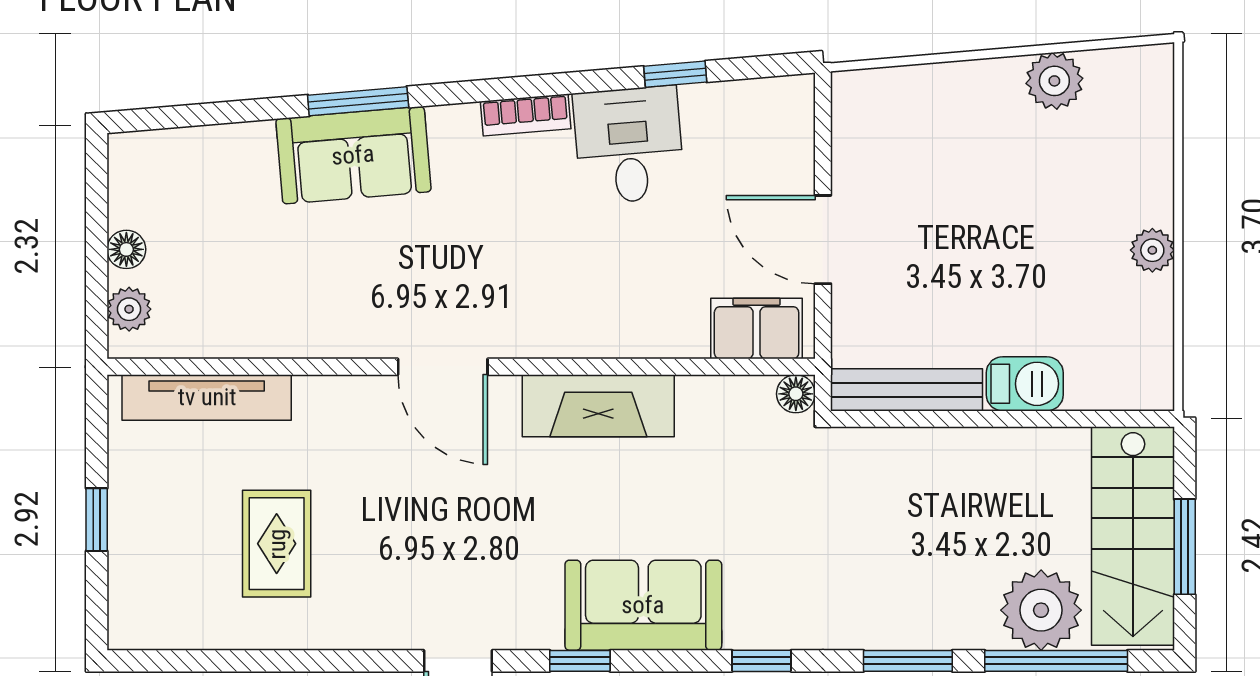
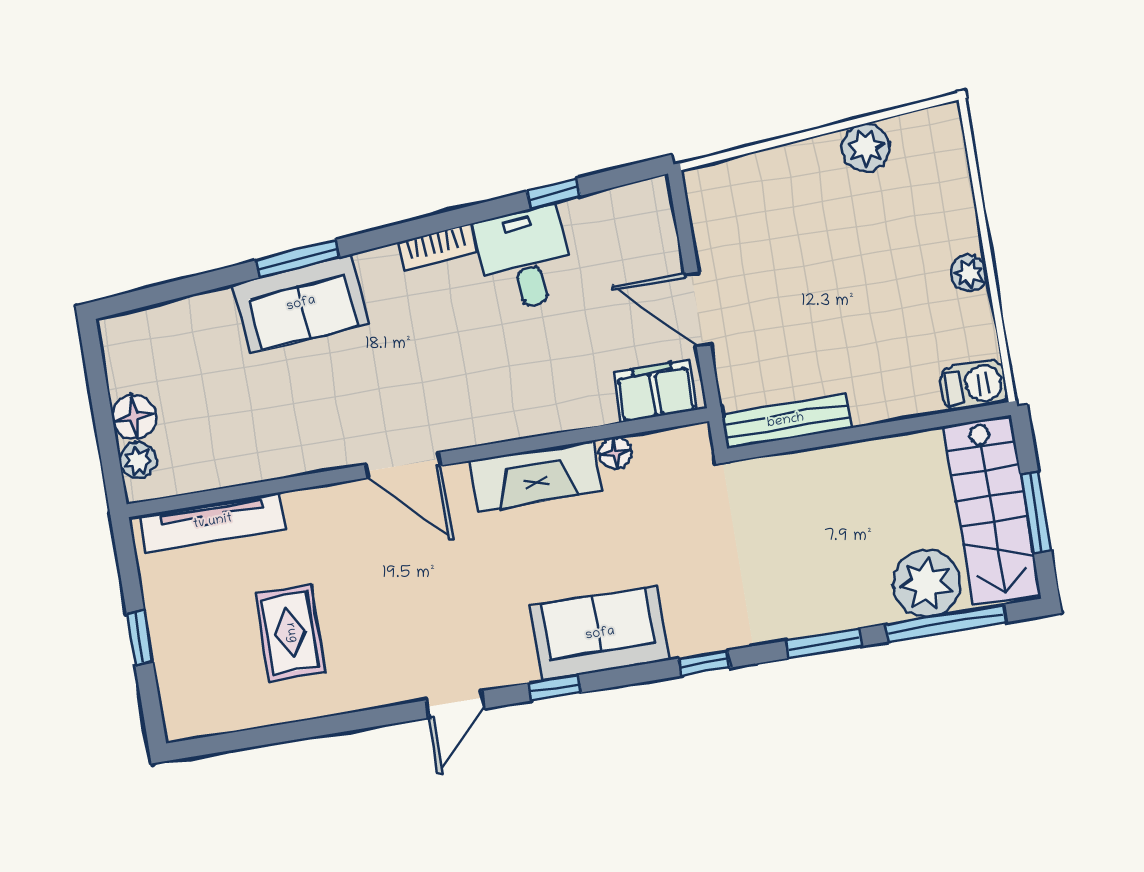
floor lamp: (126, 249) -> (134, 417), width x1.37, depth x1.37
barbecue: (1025, 384) -> (974, 385), moved
floor lamp: (796, 394) -> (615, 453), moved

